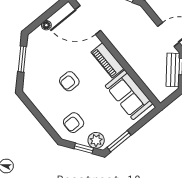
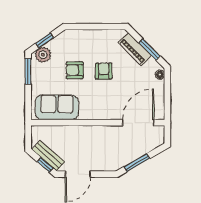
floor lamp: (46, 25) -> (160, 75), moved
piano: (107, 60) -> (135, 49), moved, turned -135
armchair: (74, 123) -> (75, 70), moved, turned -90

